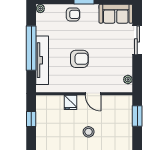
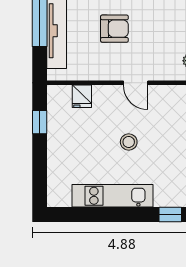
fridge: (70, 102) -> (82, 96), moved

